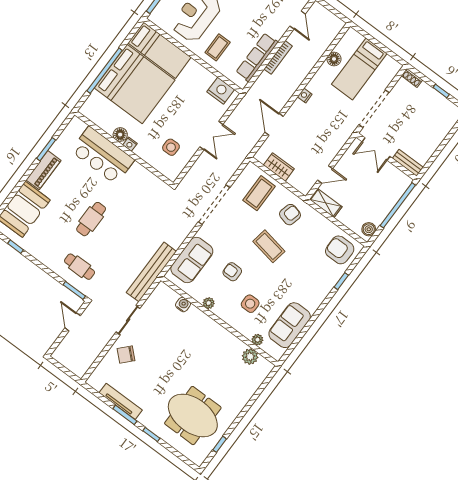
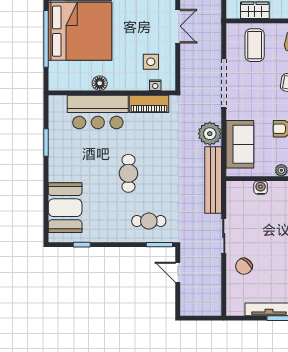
nightstand: (130, 144) -> (155, 85), moved
piano: (43, 170) -> (149, 104), moved, turned 90
plant: (175, 235) -> (210, 134), added

